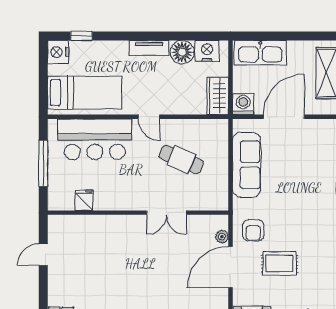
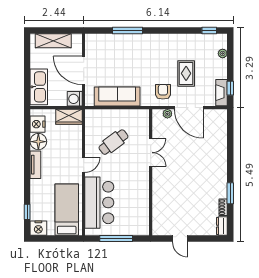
cafe table: (181, 160) -> (113, 142), turned 30
fridge: (84, 200) -> (142, 210), removed
armchair: (253, 230) -> (163, 92), turned -90

